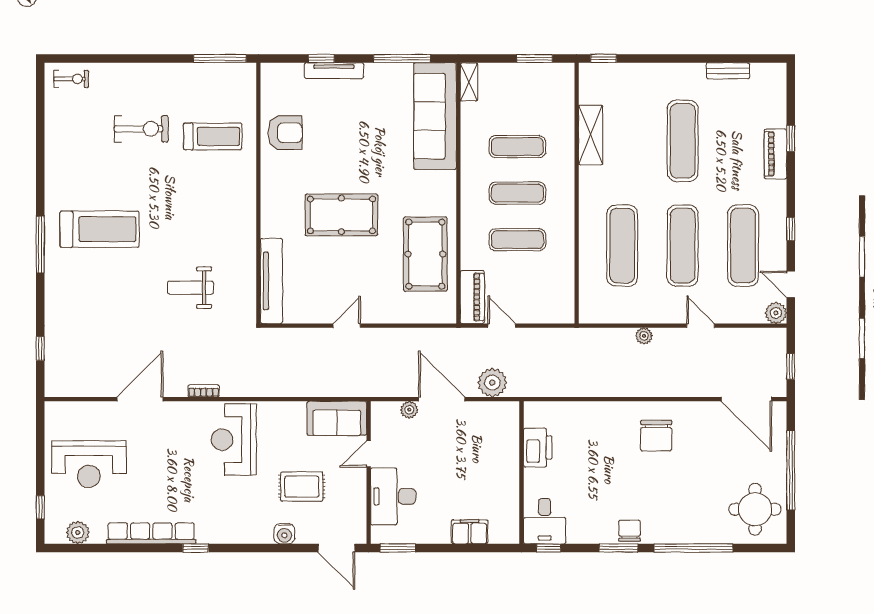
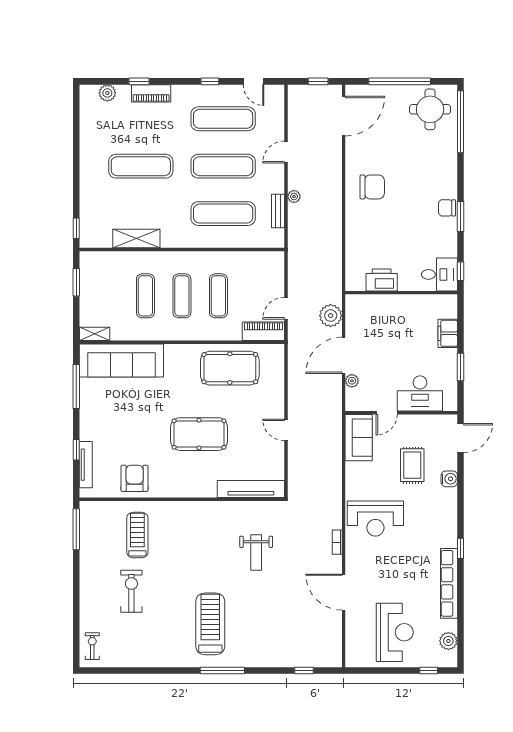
tv unit: (334, 71) -> (86, 465), moved
bench: (728, 71) -> (278, 211), moved
pool table: (341, 215) -> (199, 434), turned 90
door: (791, 284) -> (253, 81), hinge flipped
plant: (776, 313) -> (107, 93), moved
door: (369, 454) -> (387, 413), hinge flipped
window: (398, 548) -> (461, 367), moved
window: (694, 548) -> (461, 122), moved

